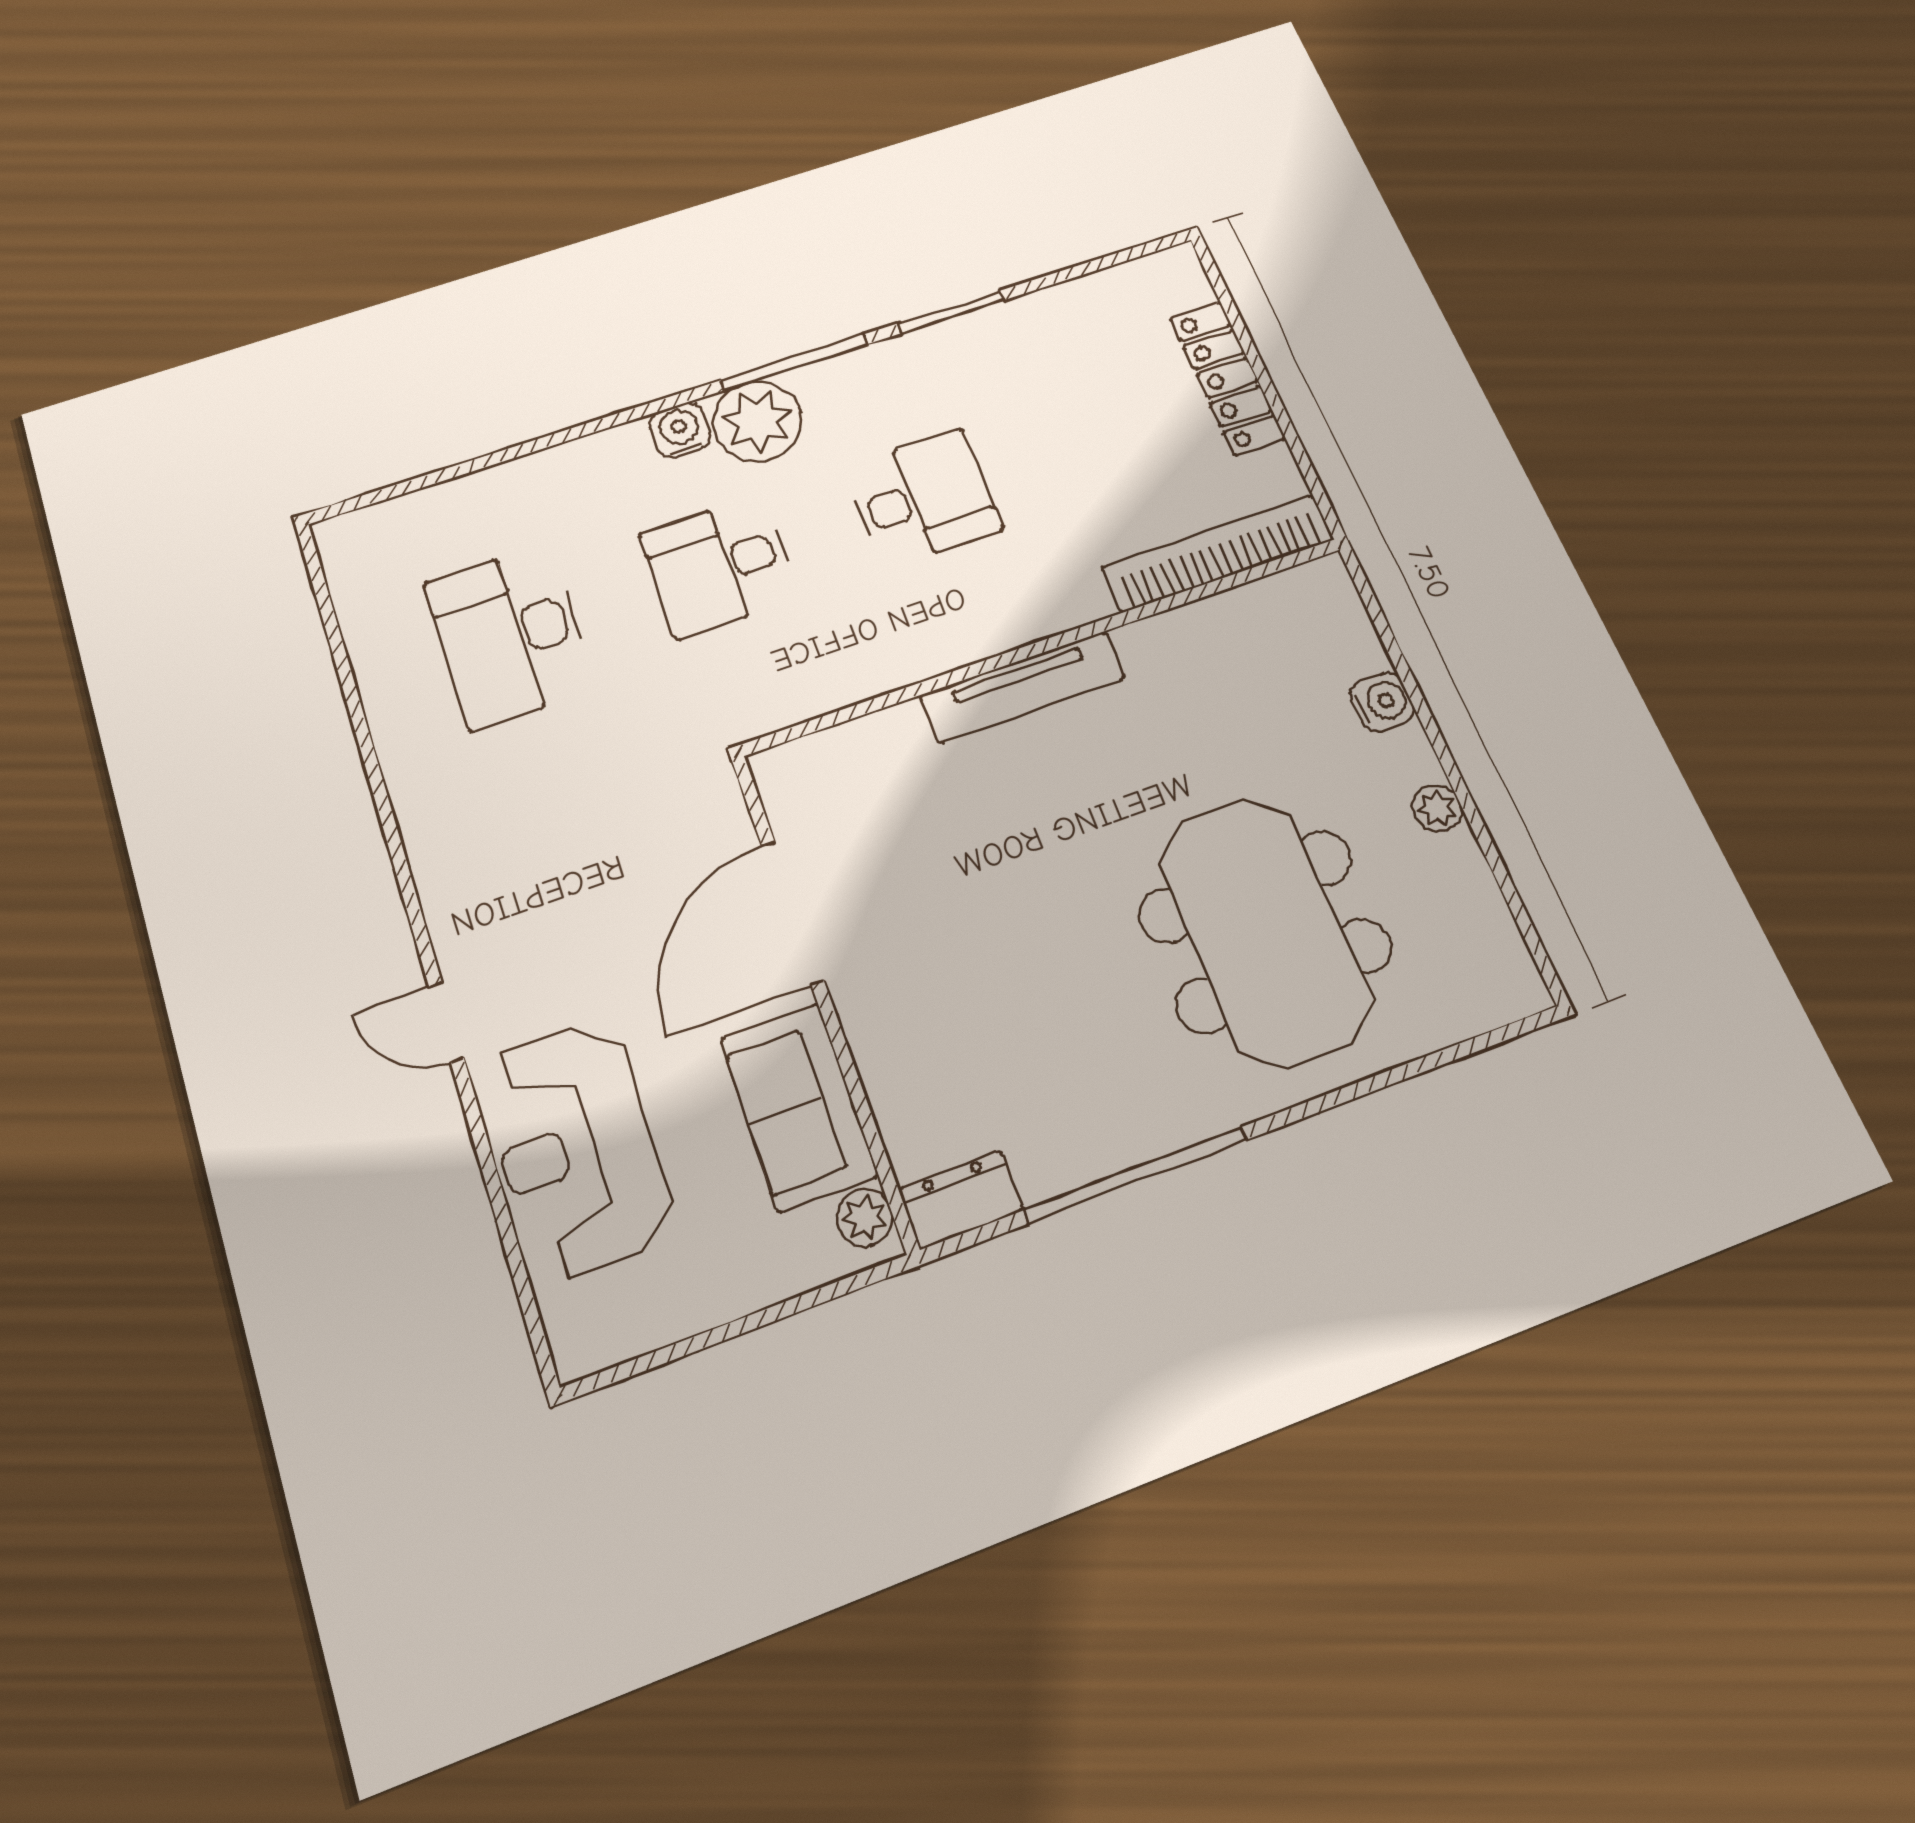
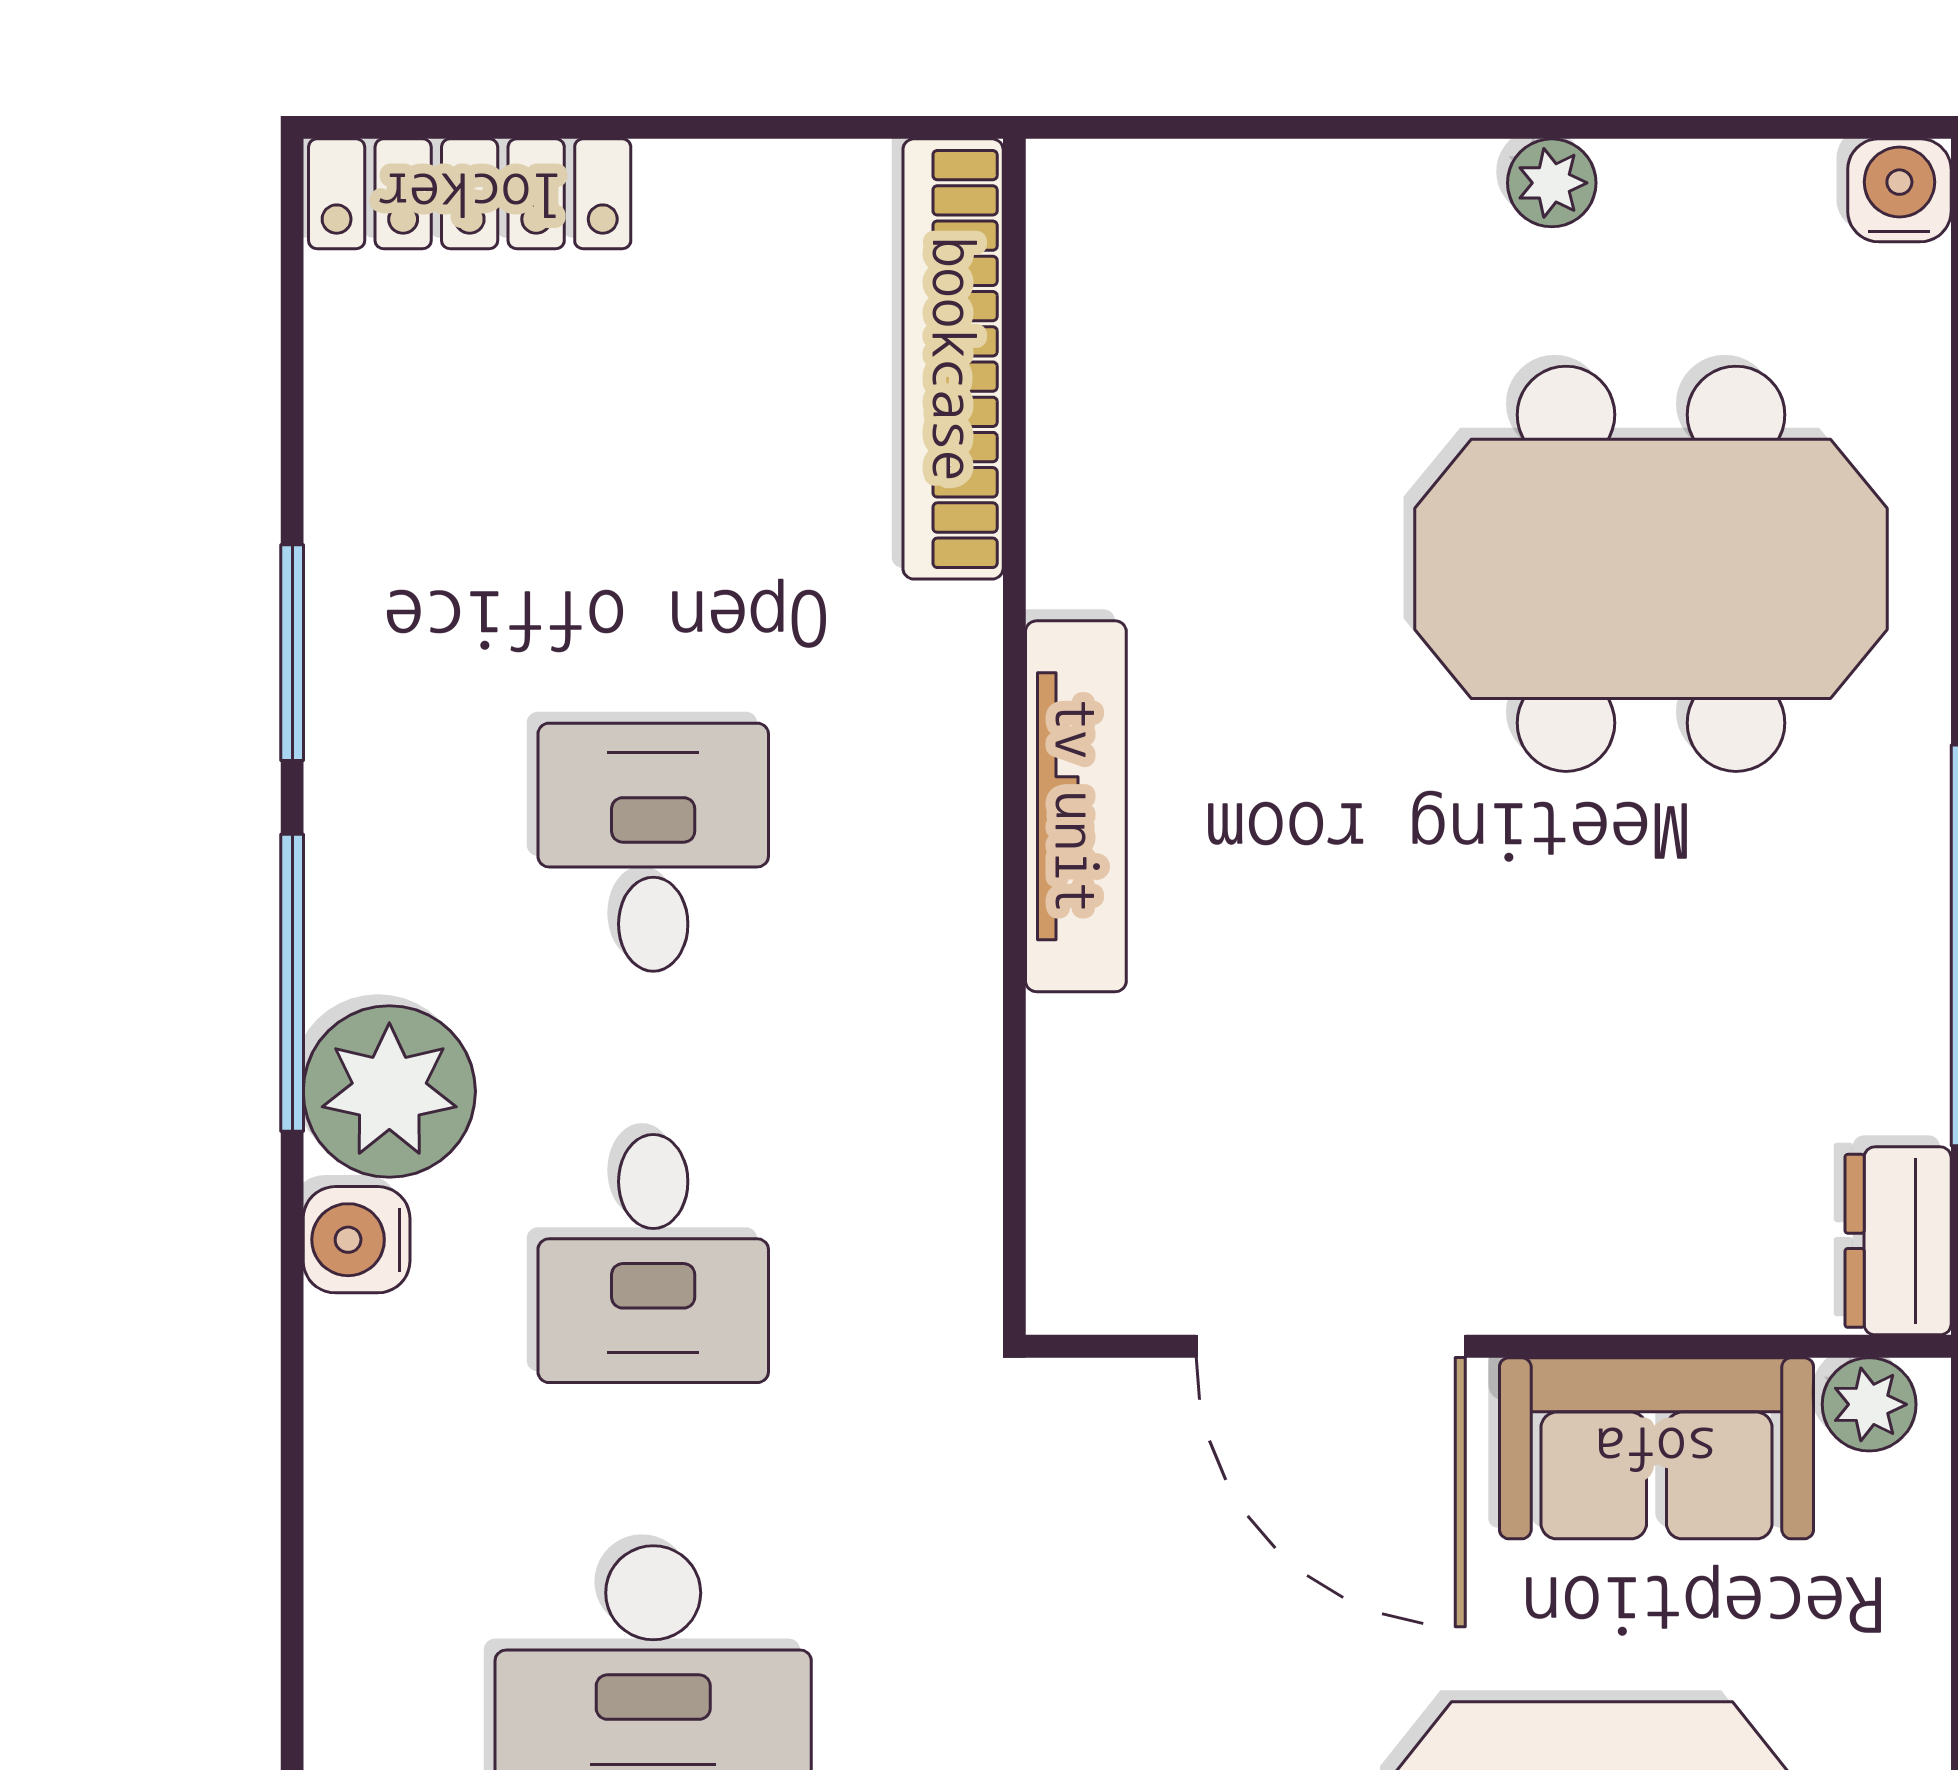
locker: (1227, 378) -> (470, 194), moved
water cooler: (1382, 702) -> (1899, 190), moved

